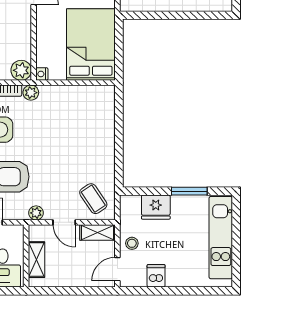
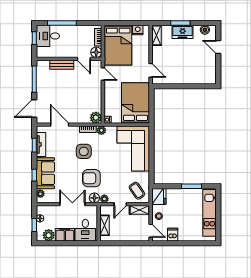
corner sofa: (87, 125) -> (133, 149), added
fridge: (156, 207) -> (159, 197), moved, turned -90
floor lamp: (19, 211) -> (94, 198), added
door: (64, 222) -> (120, 204), hinge flipped
door: (117, 269) -> (151, 231), swing flipped

